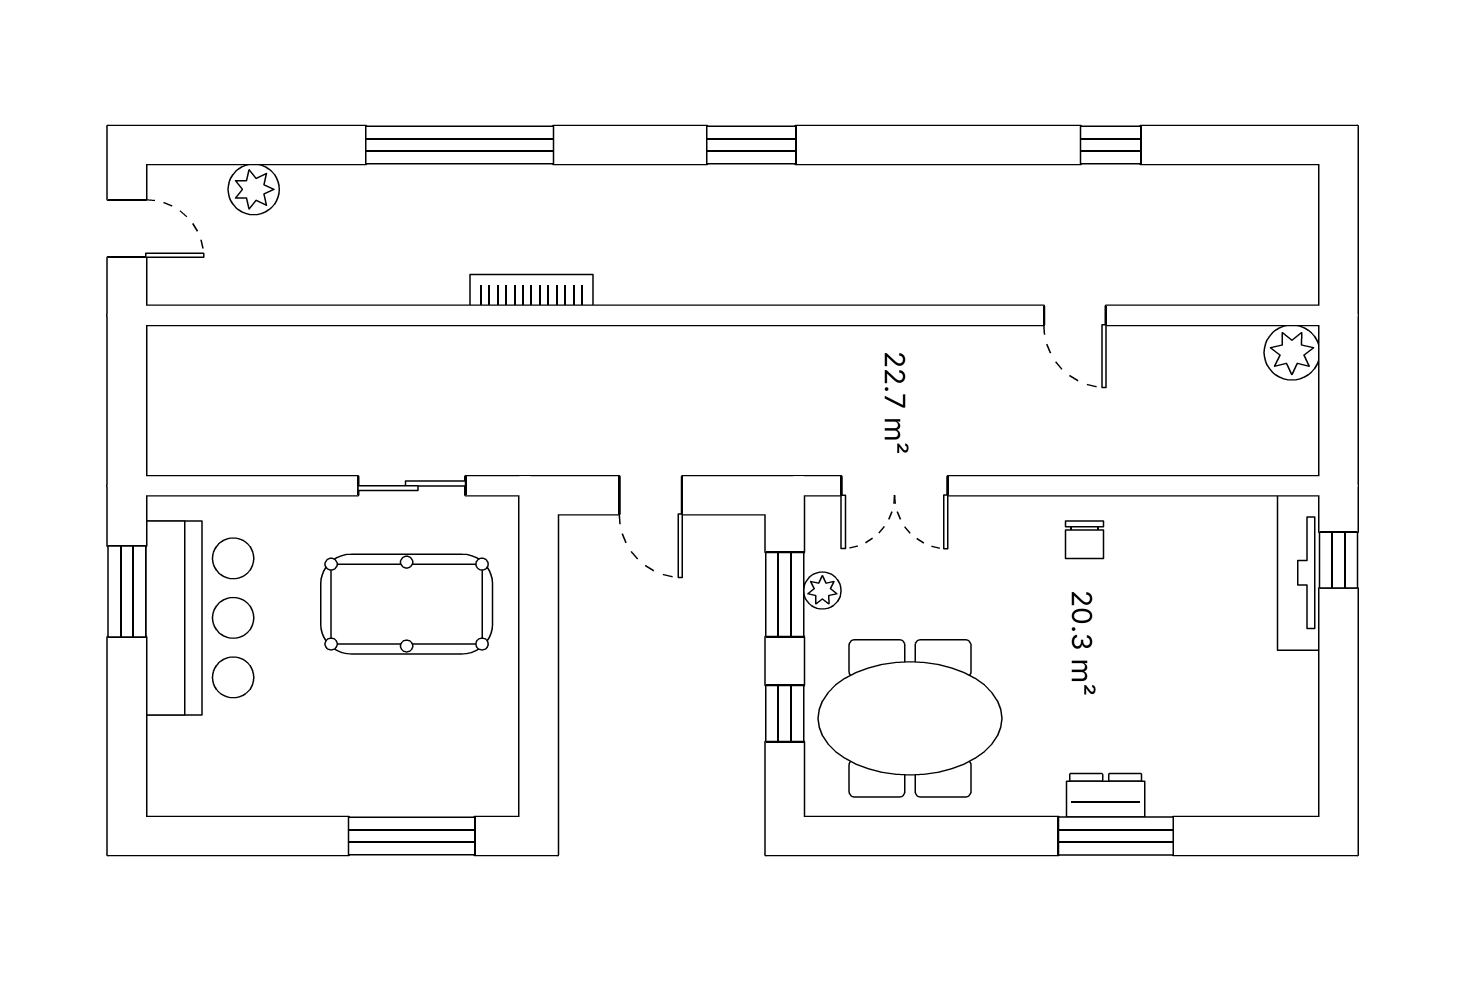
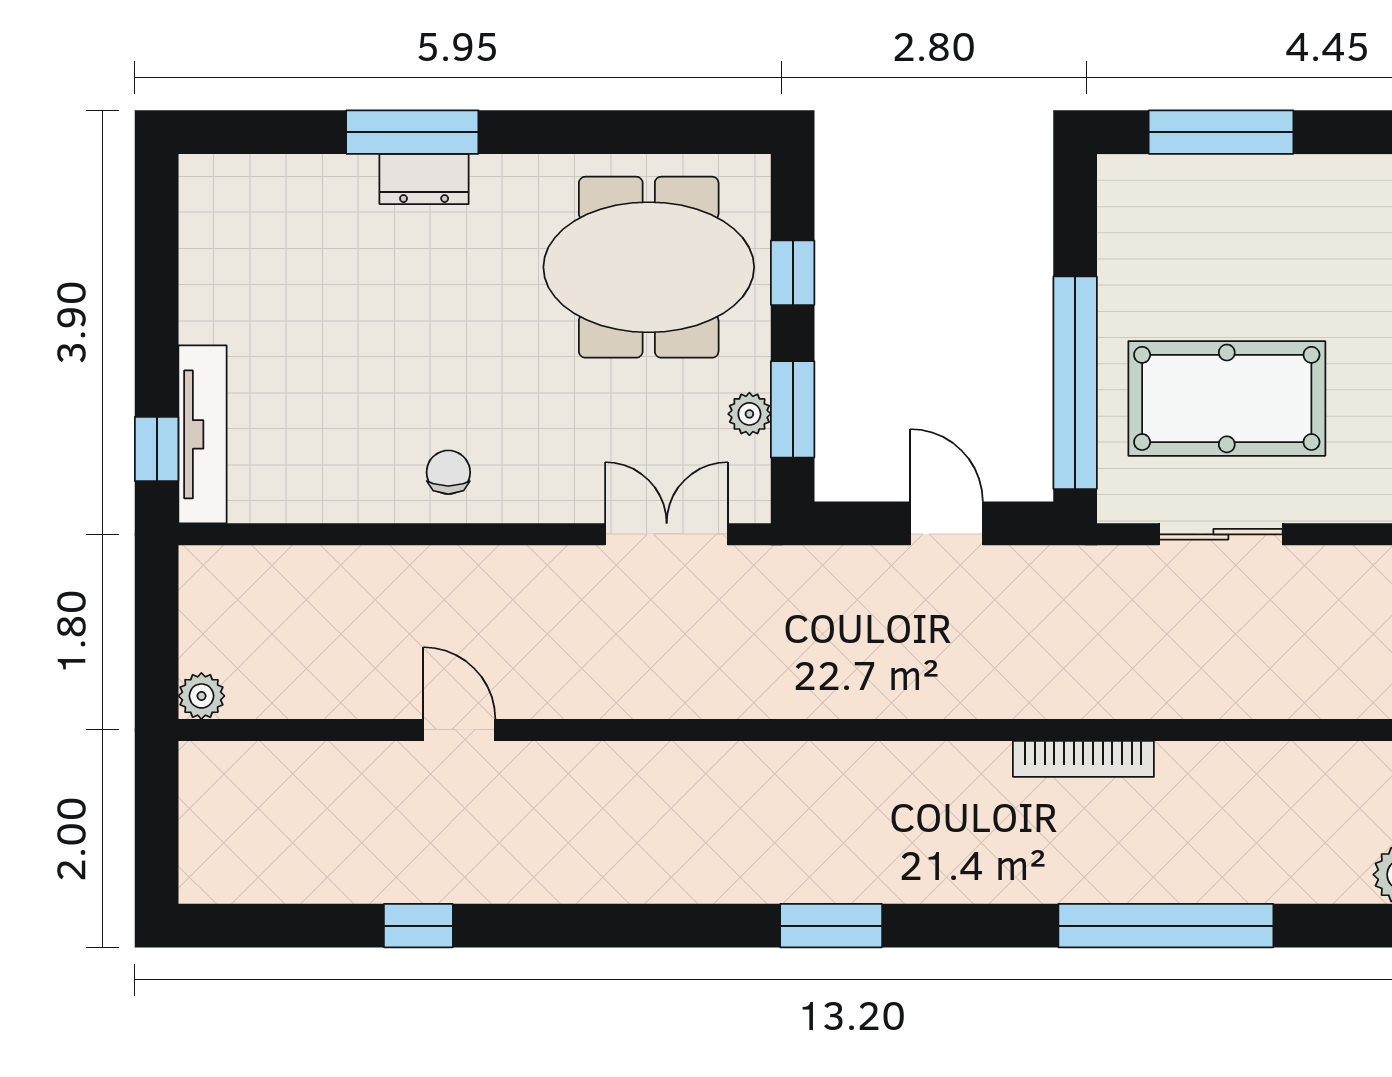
plant: (1292, 353) -> (201, 696), width x0.73, depth x0.73
window: (539, 618) -> (1075, 383), added

